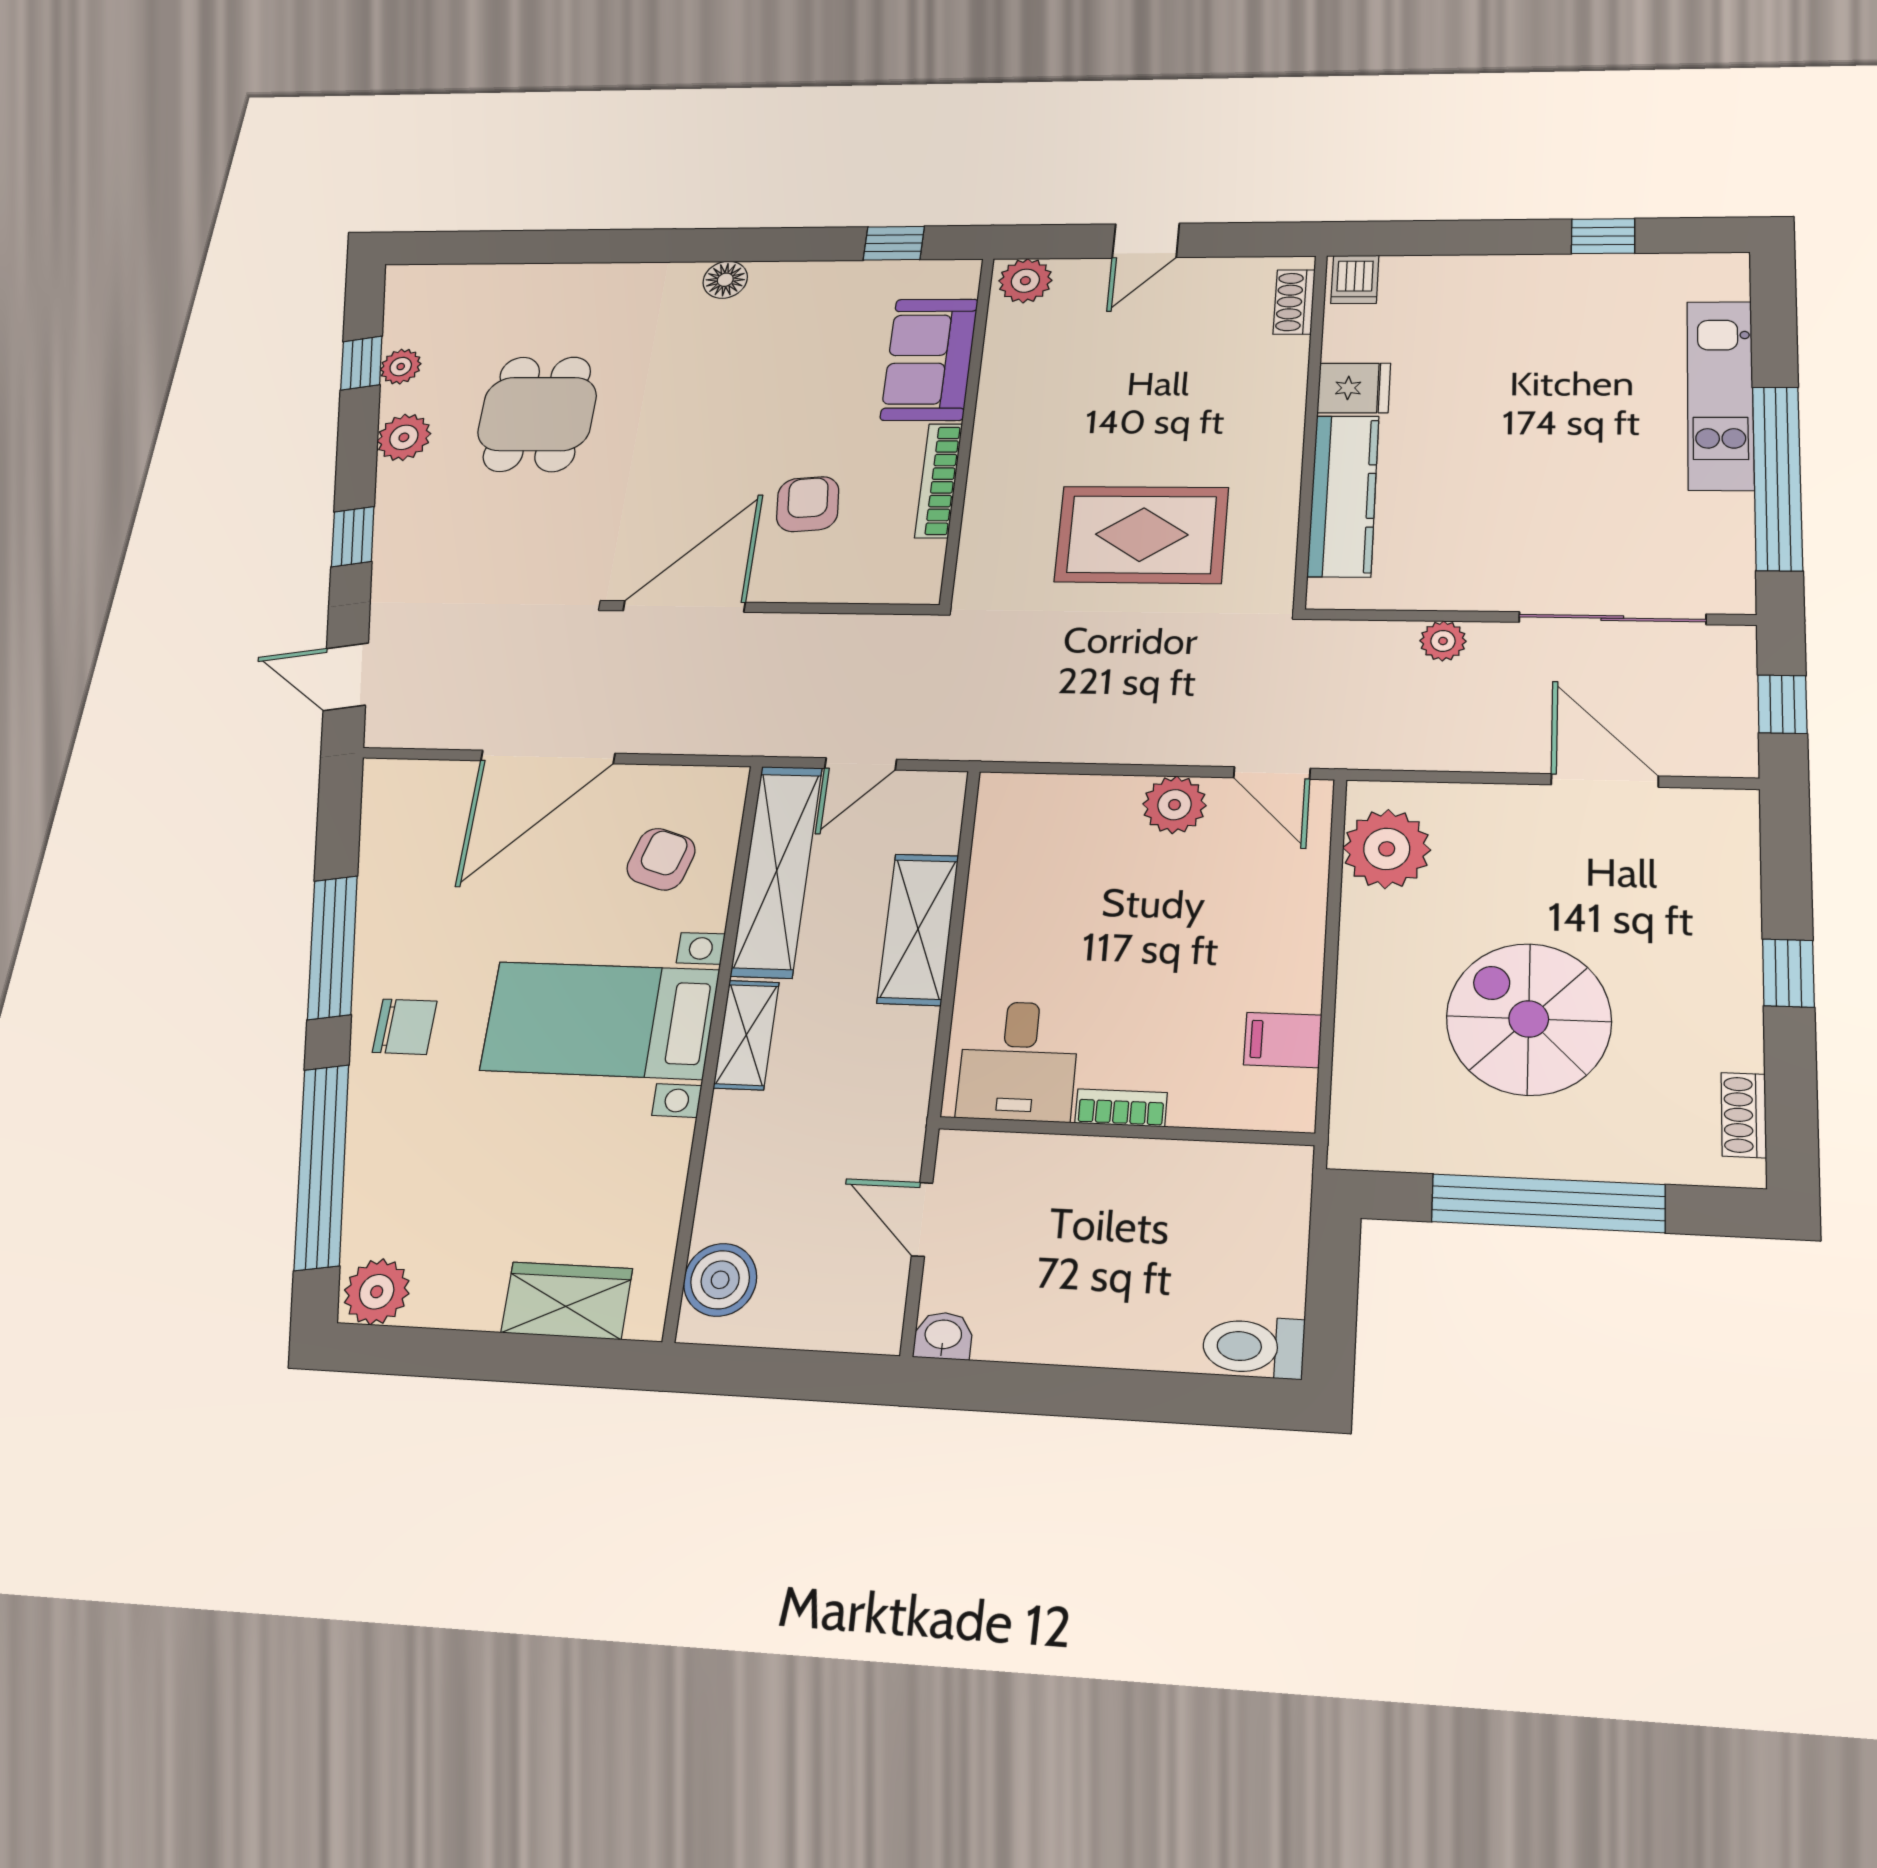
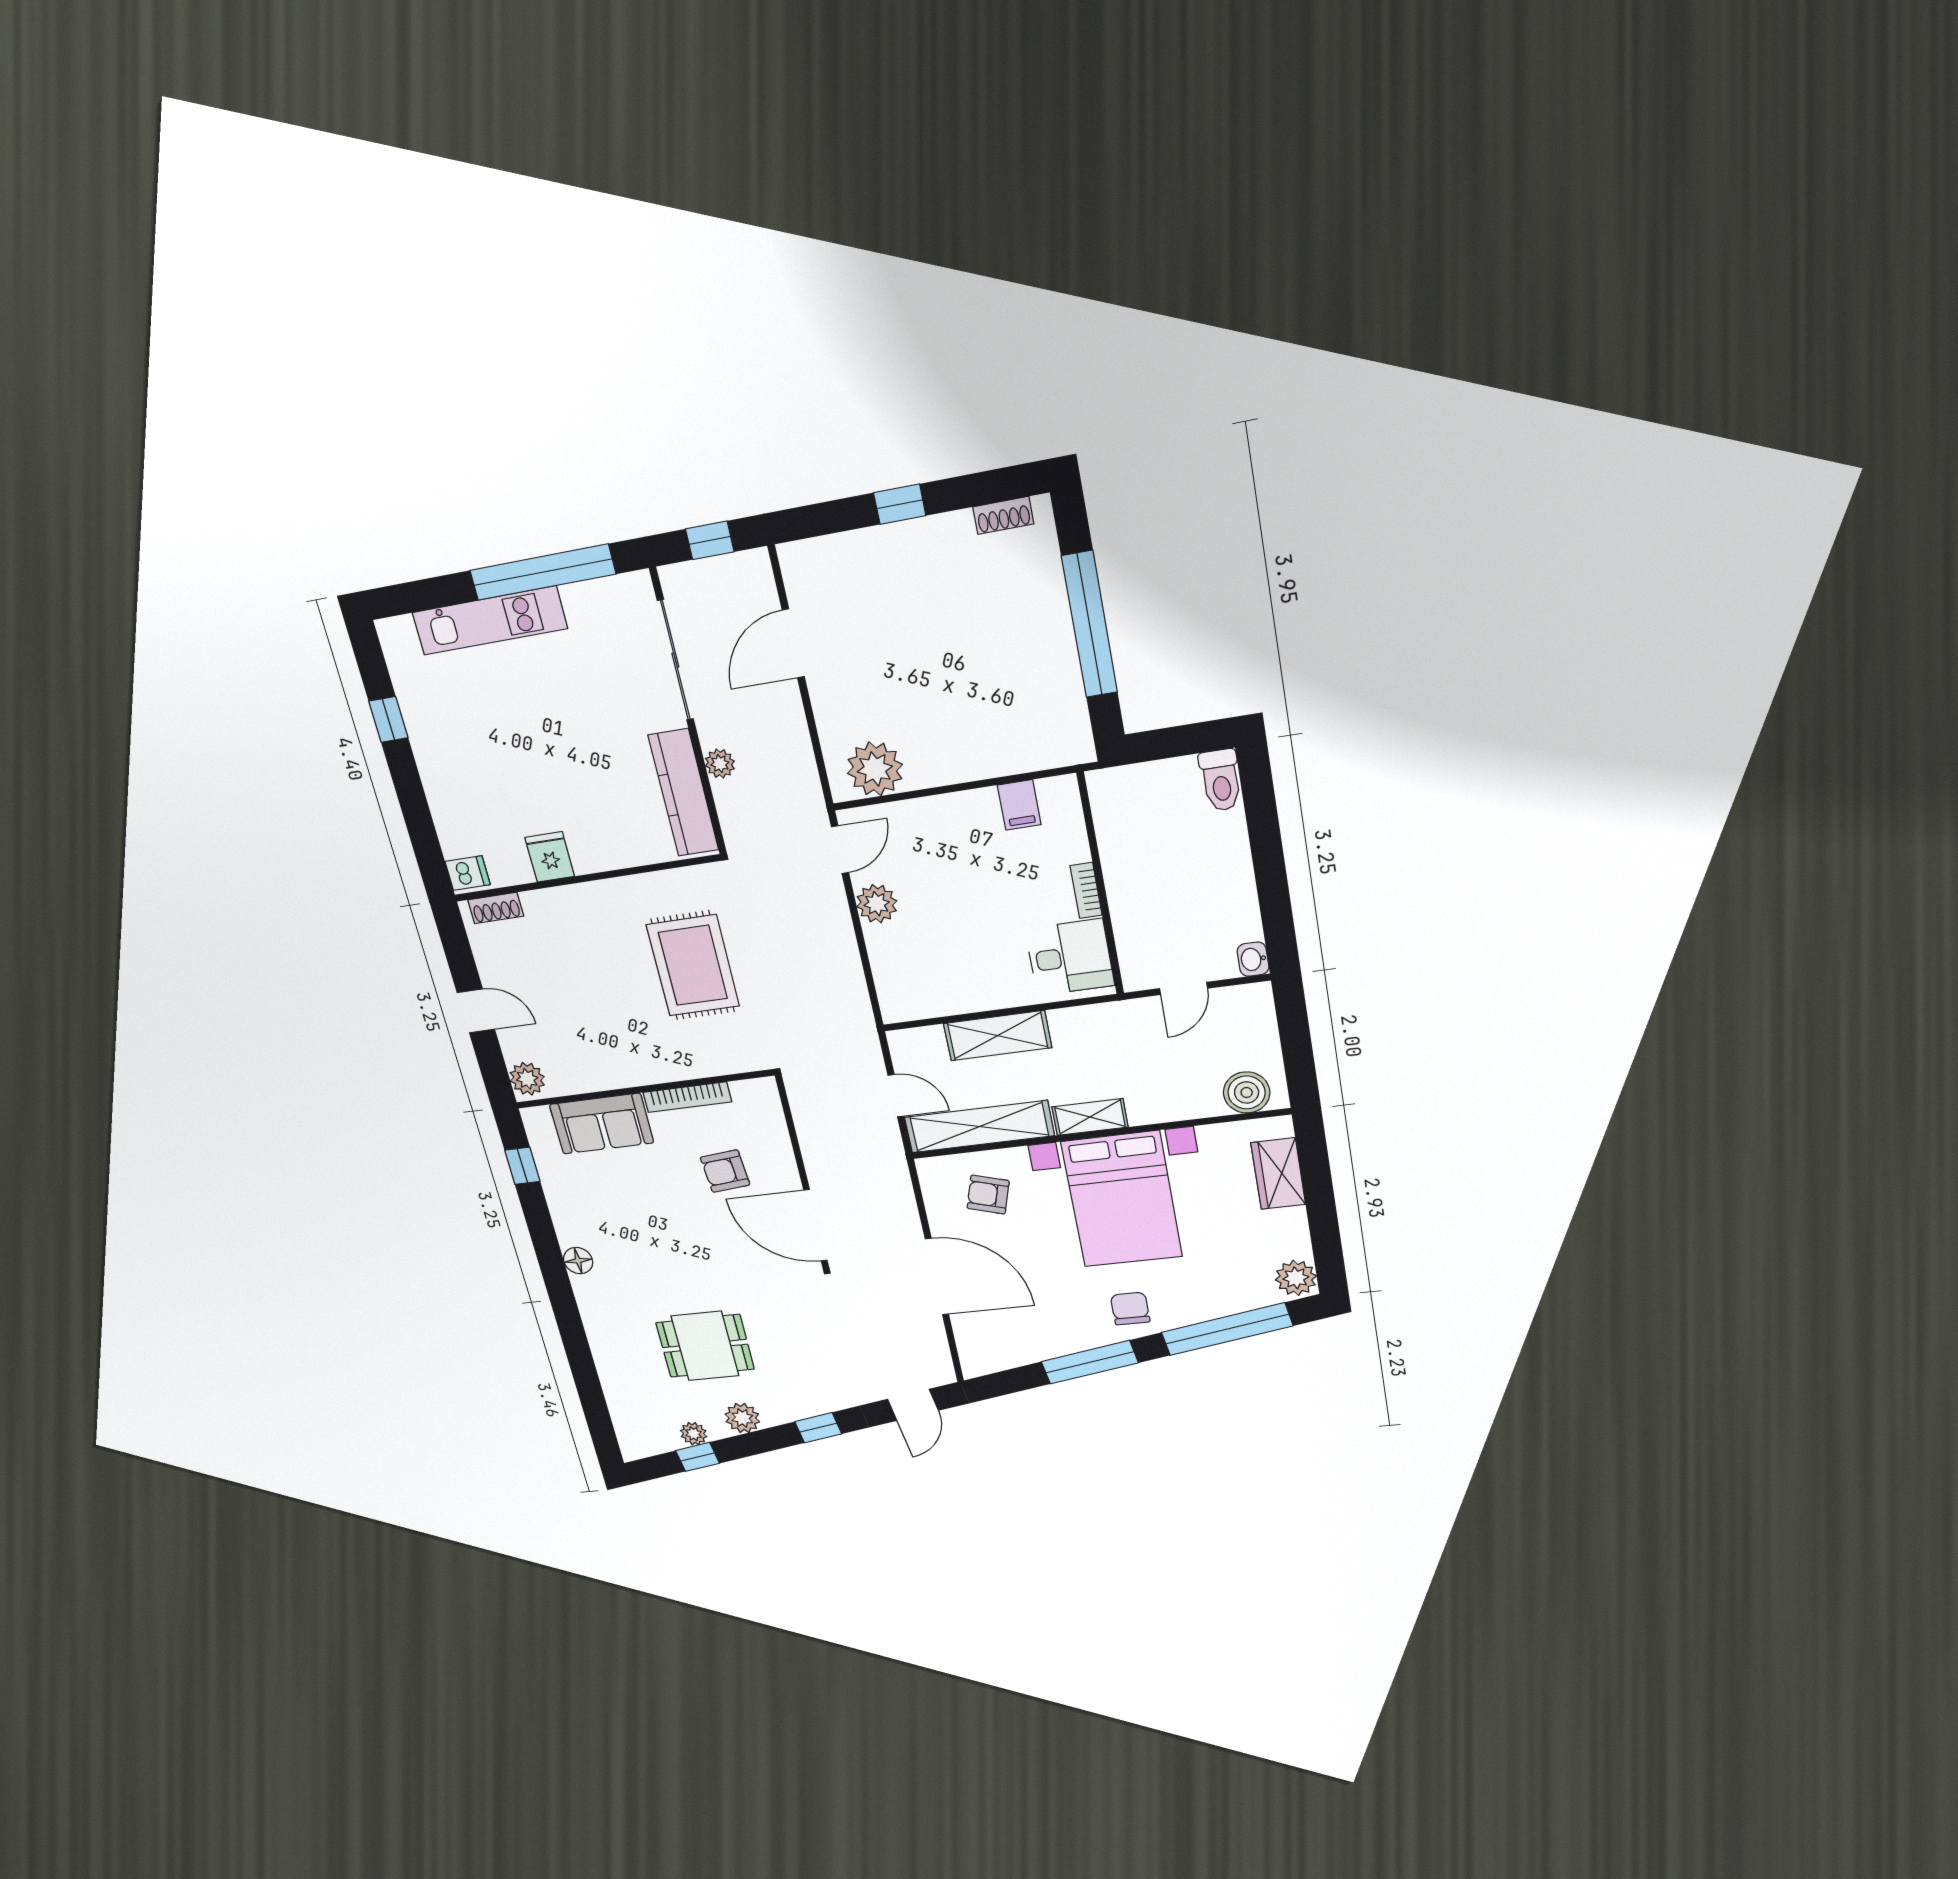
kitchen counter: (1343, 496) -> (683, 793), moved, turned -90
spiral stairs: (1529, 1019) -> (970, 659), removed
bed with nightstands: (600, 1020) -> (1122, 1199), width x1.36

